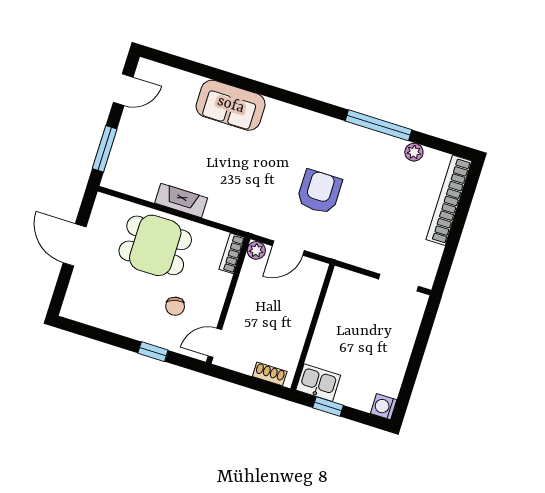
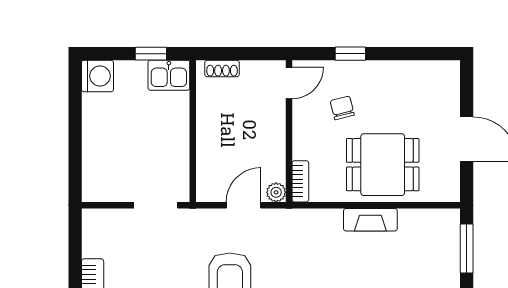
doorway: (398, 283) -> (156, 205), moved
washing machine: (384, 407) -> (97, 76), width x1.38, depth x1.38

